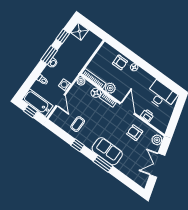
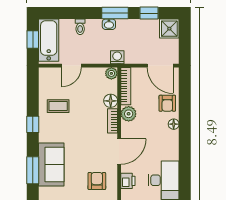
door: (96, 51) -> (160, 66), added
washing machine: (65, 85) -> (117, 57), moved

